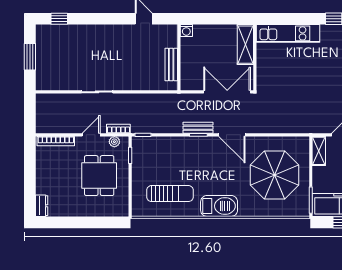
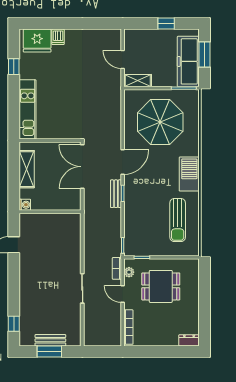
shelving: (245, 45) -> (27, 169), moved, turned 90
bench: (171, 65) -> (50, 340), moved
sun lounger: (170, 194) -> (178, 220), turned 180

